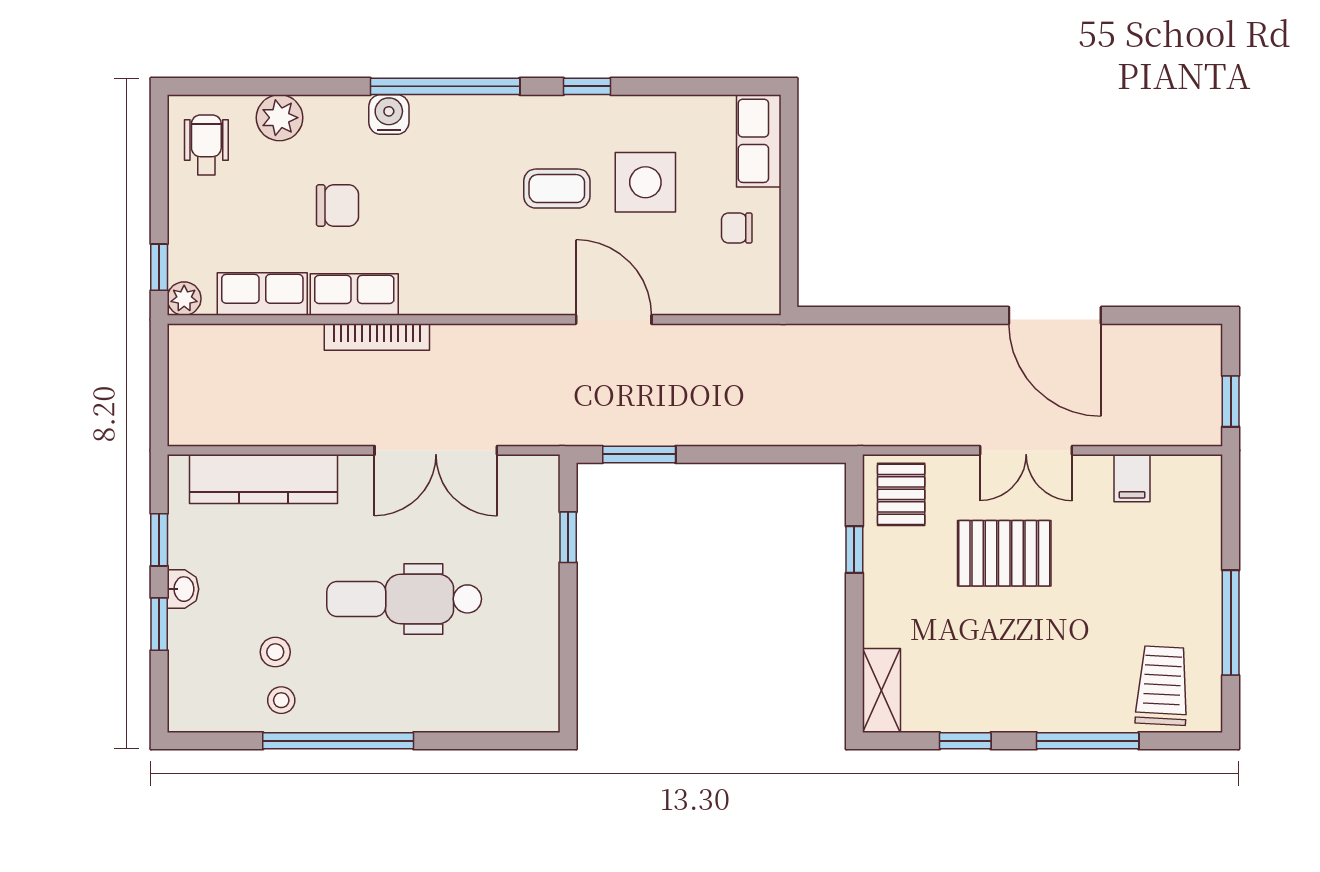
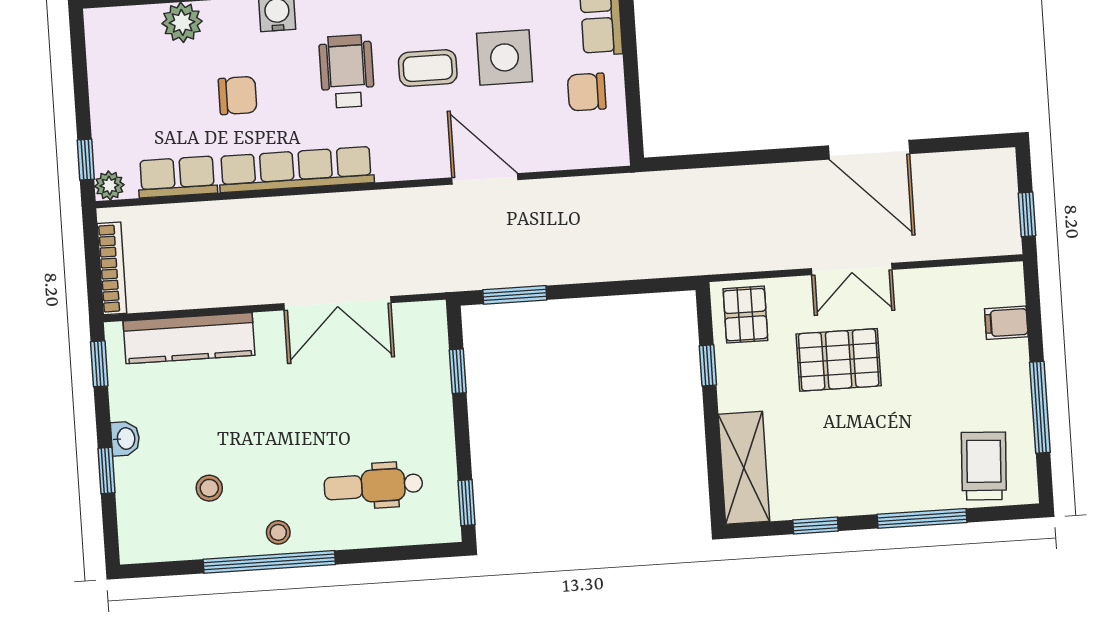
wheelchair: (206, 145) -> (347, 71), moved, width x1.36, depth x1.37
chair: (737, 228) -> (587, 92), width x1.37, depth x1.37
row of seats: (354, 294) -> (296, 169), width x2.02
bookcase: (377, 337) -> (112, 268), moved, turned -90
filing cabinet: (1132, 478) -> (1006, 323), moved, turned 90
window: (159, 540) -> (99, 364), moved
dental chair: (404, 599) -> (373, 486), moved, width x0.73, depth x0.72
window: (568, 688) -> (466, 503), added
shelving: (882, 690) -> (744, 468), width x1.50, depth x1.33
stool: (281, 700) -> (278, 532), moved

